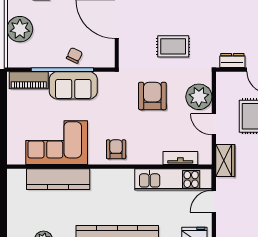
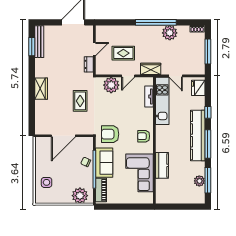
plant: (20, 29) -> (80, 196), moved
armchair: (152, 96) -> (110, 134), moved
kitchen counter: (58, 179) -> (162, 165), width x0.67

